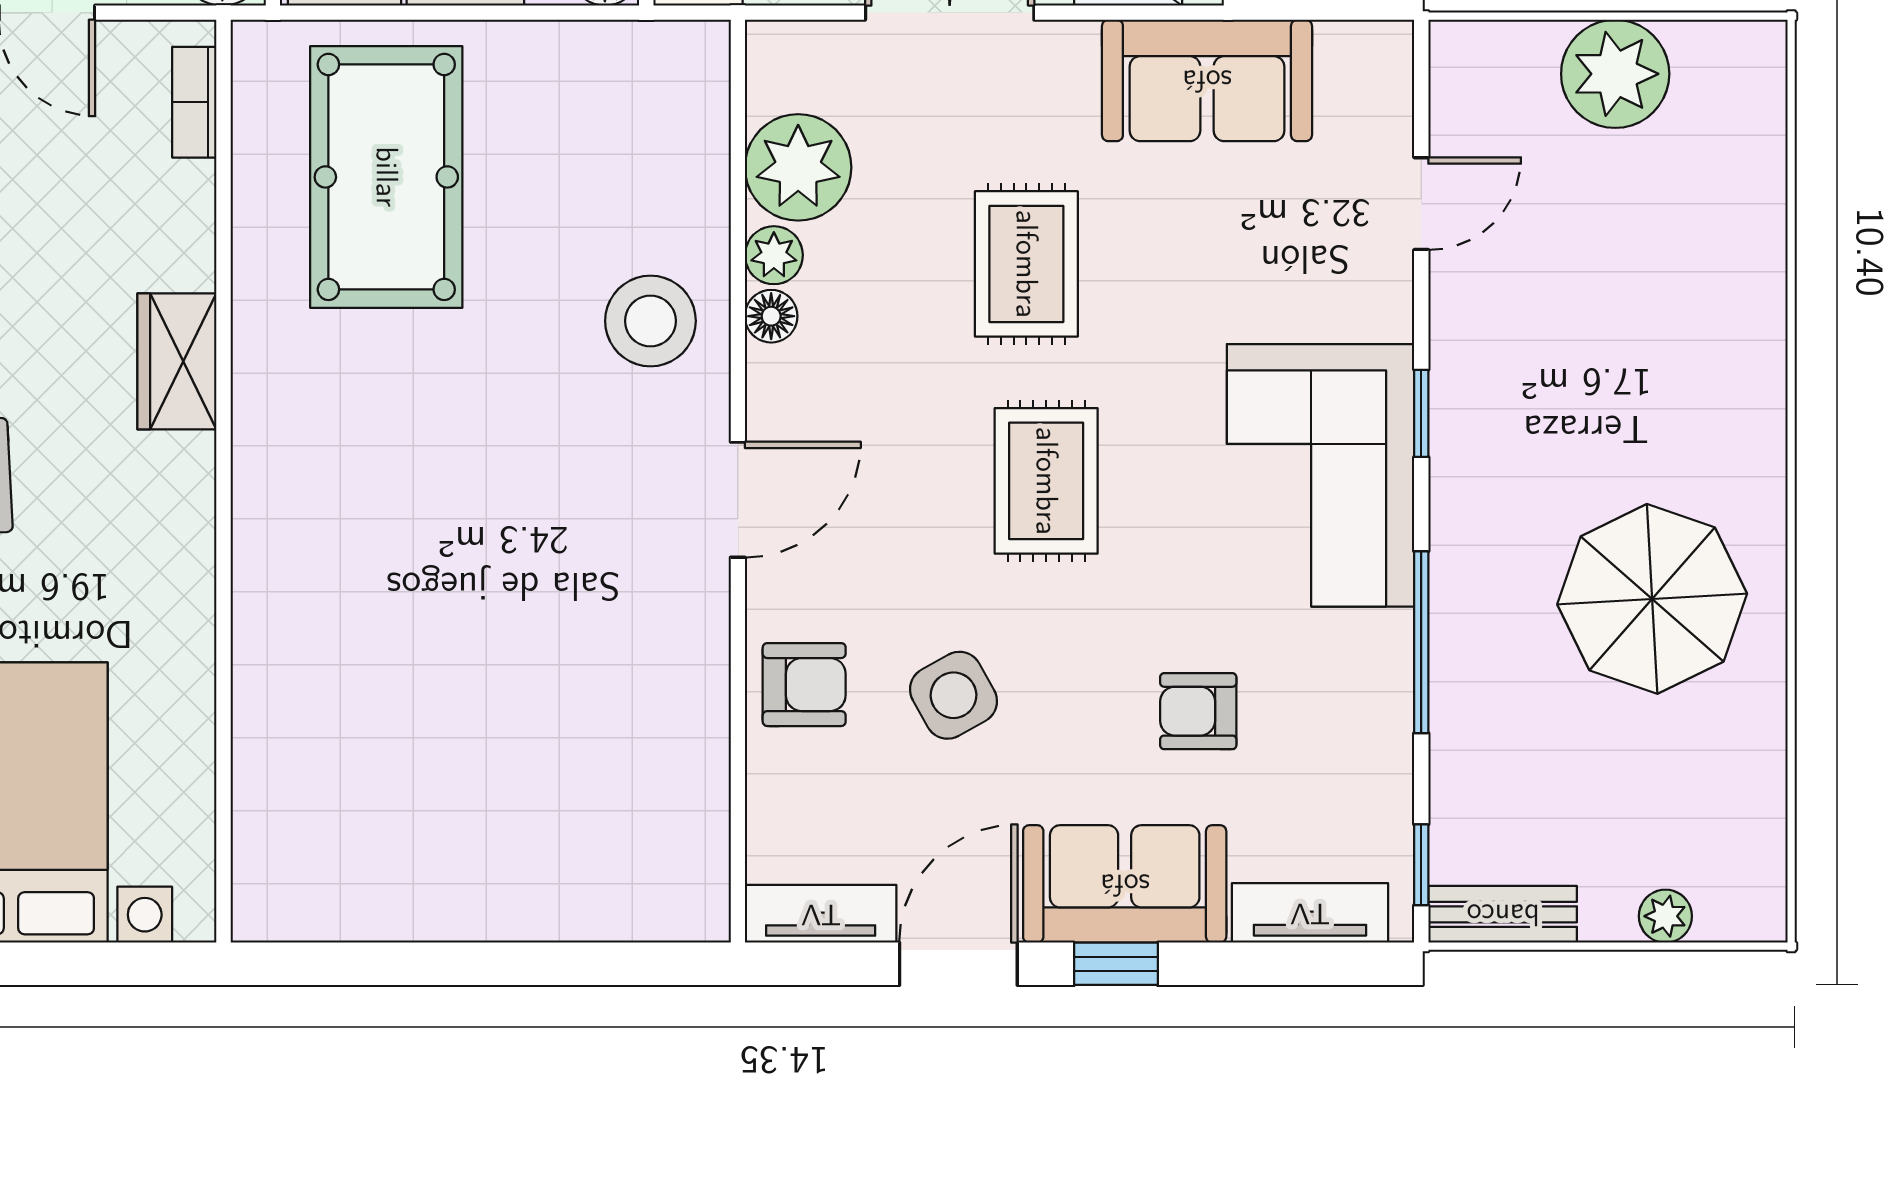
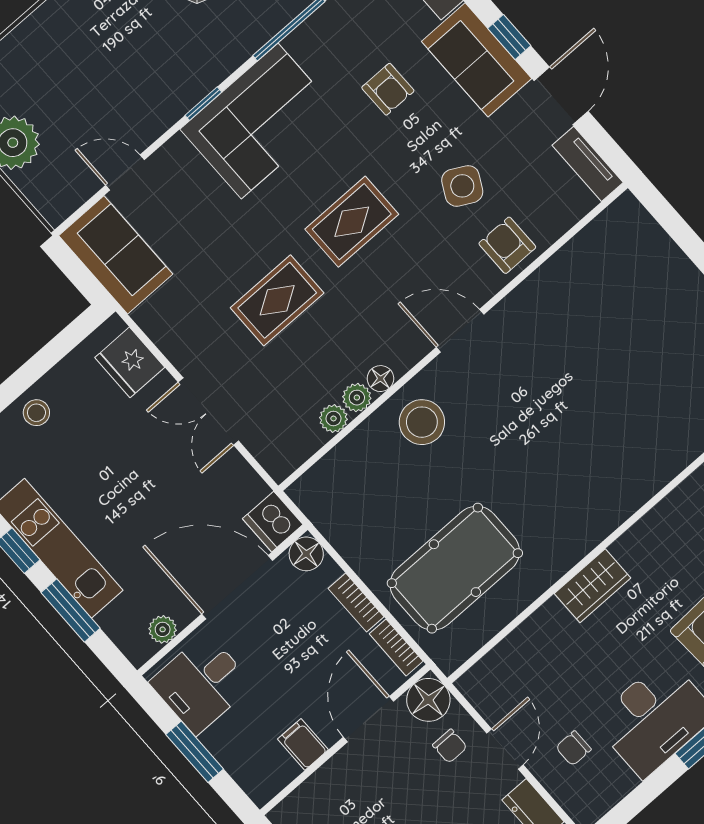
sofa: (1207, 80) -> (116, 255), moved
bookcase: (194, 102) -> (490, 664), removed
plant: (798, 167) -> (333, 418), width x0.53, depth x0.53
side table: (954, 695) -> (462, 186), turned -33
door: (958, 964) -> (561, 96), swing flipped

